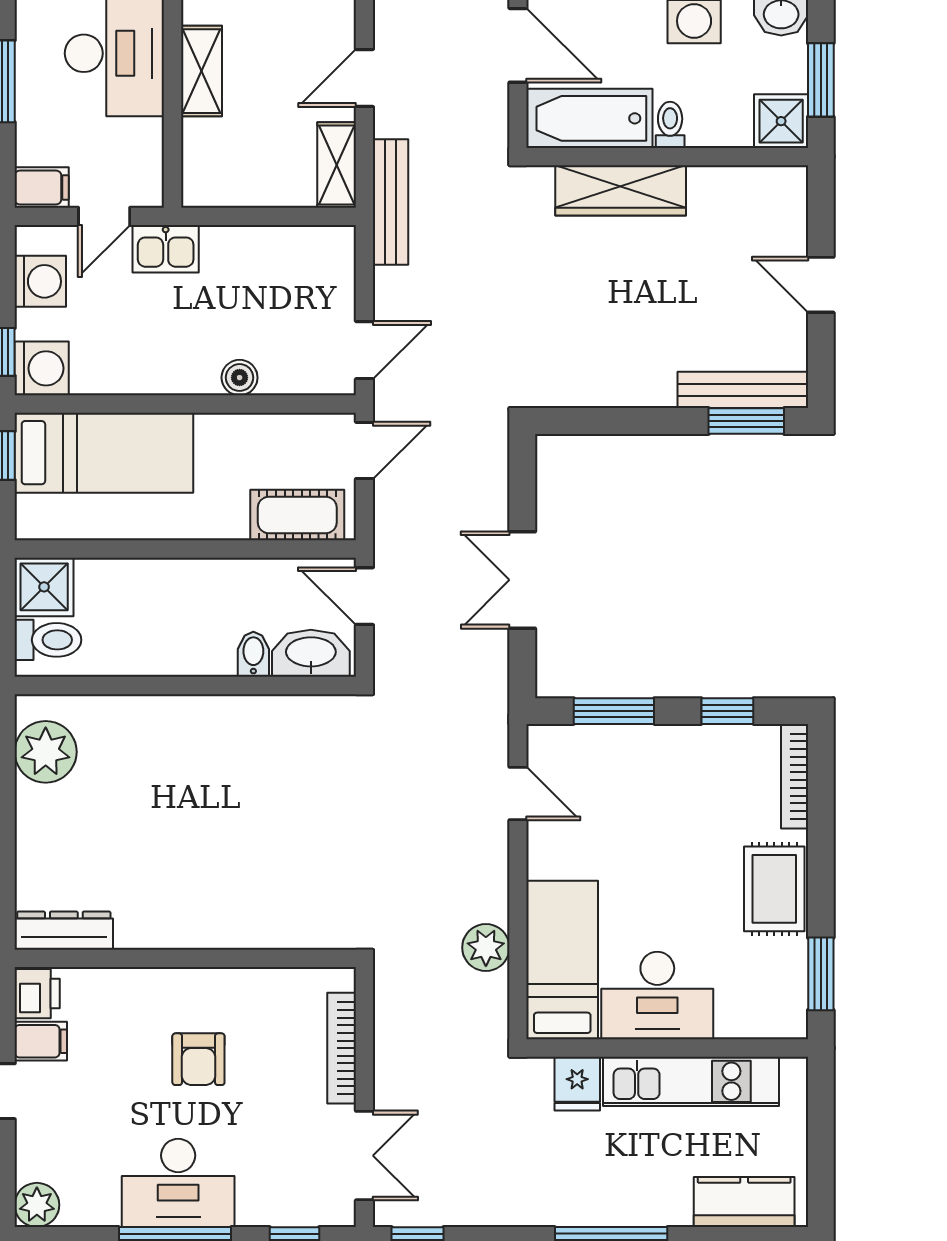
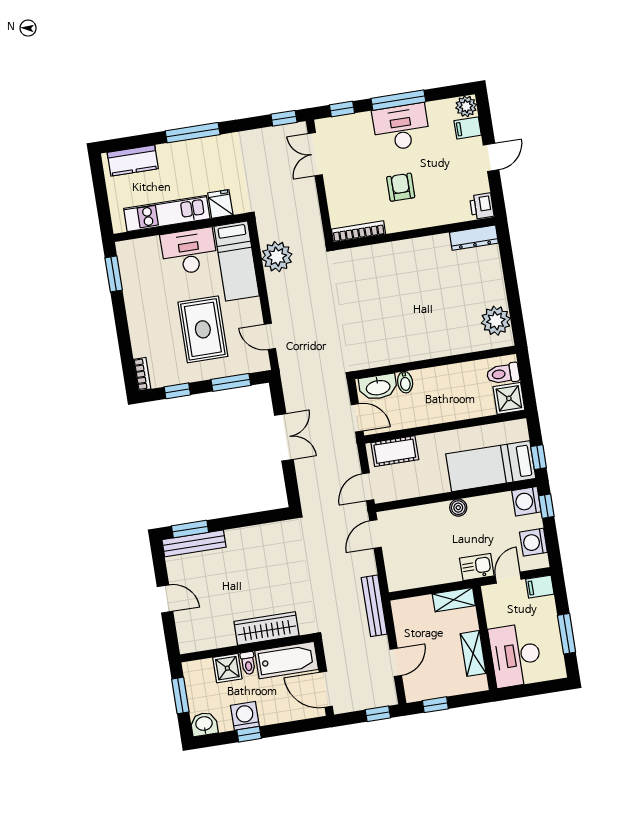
shower: (781, 121) -> (227, 668), moved
shelving: (337, 165) -> (454, 600), moved, turned 90
boiler: (240, 378) -> (458, 508), moved
bookcase: (795, 776) -> (142, 374), width x0.64
rug: (774, 889) -> (203, 329), moved, width x1.36, depth x1.43
plant: (486, 948) -> (277, 257), width x1.36, depth x1.36
filing cabinet: (41, 1041) -> (468, 128), moved
bookcase: (342, 1048) -> (358, 232), moved, turned -90

